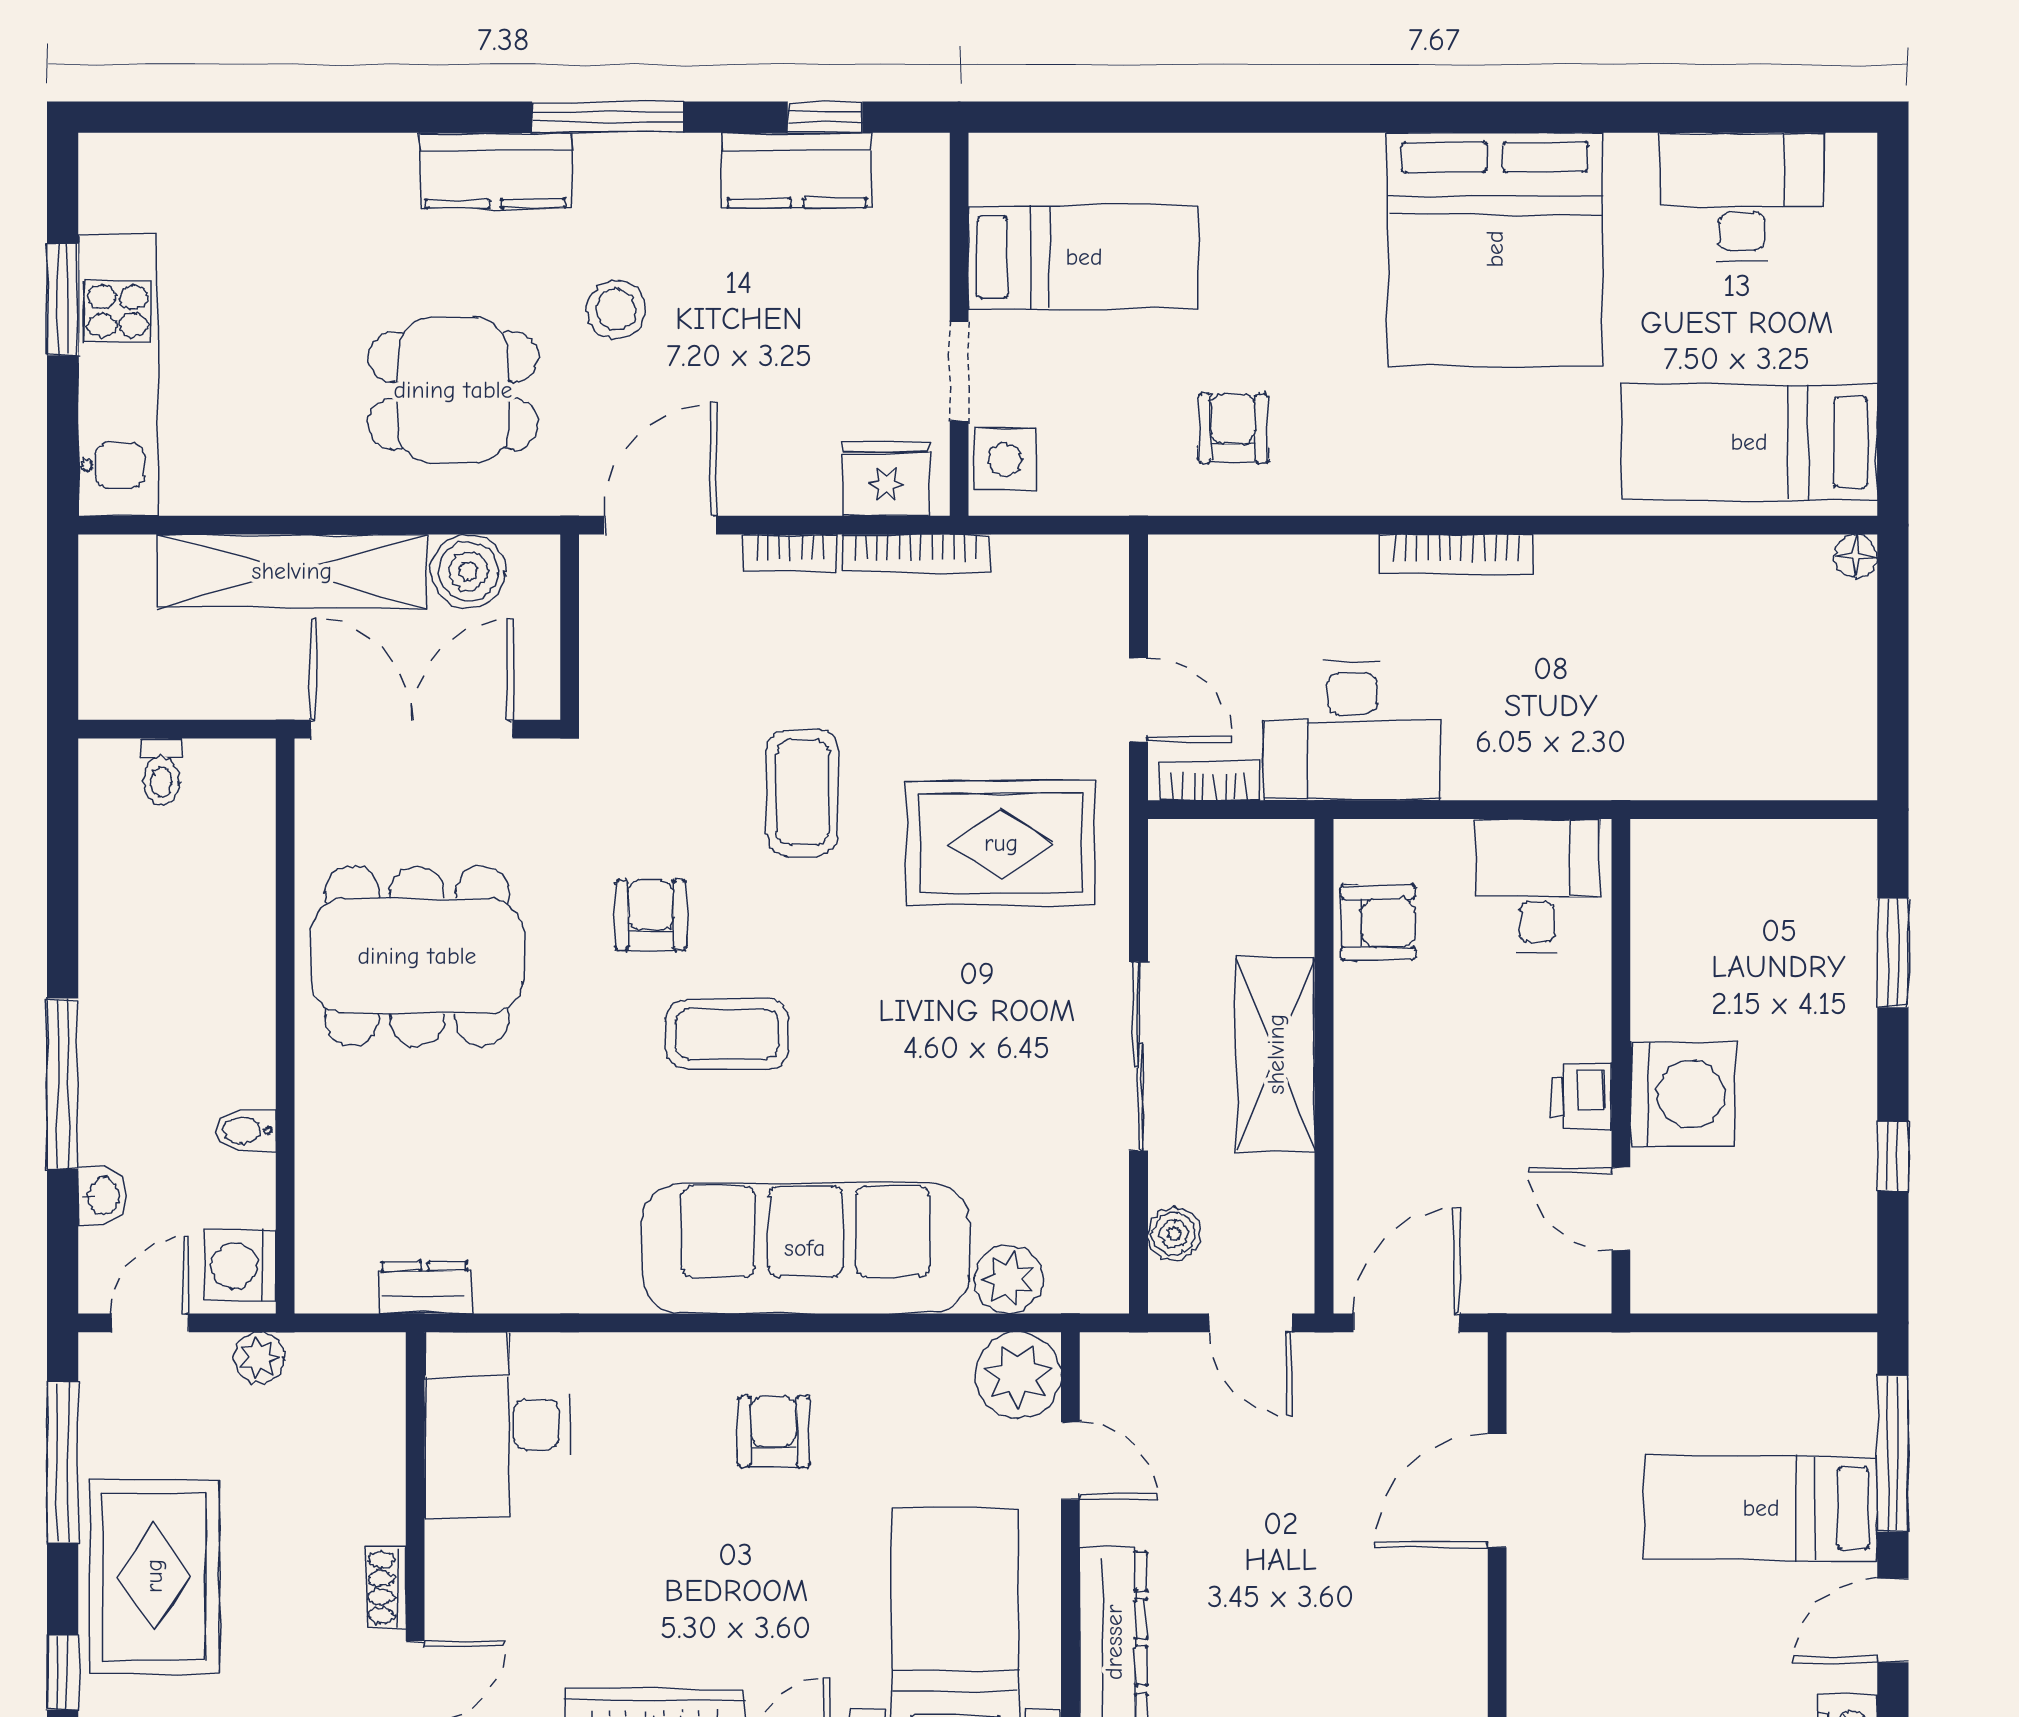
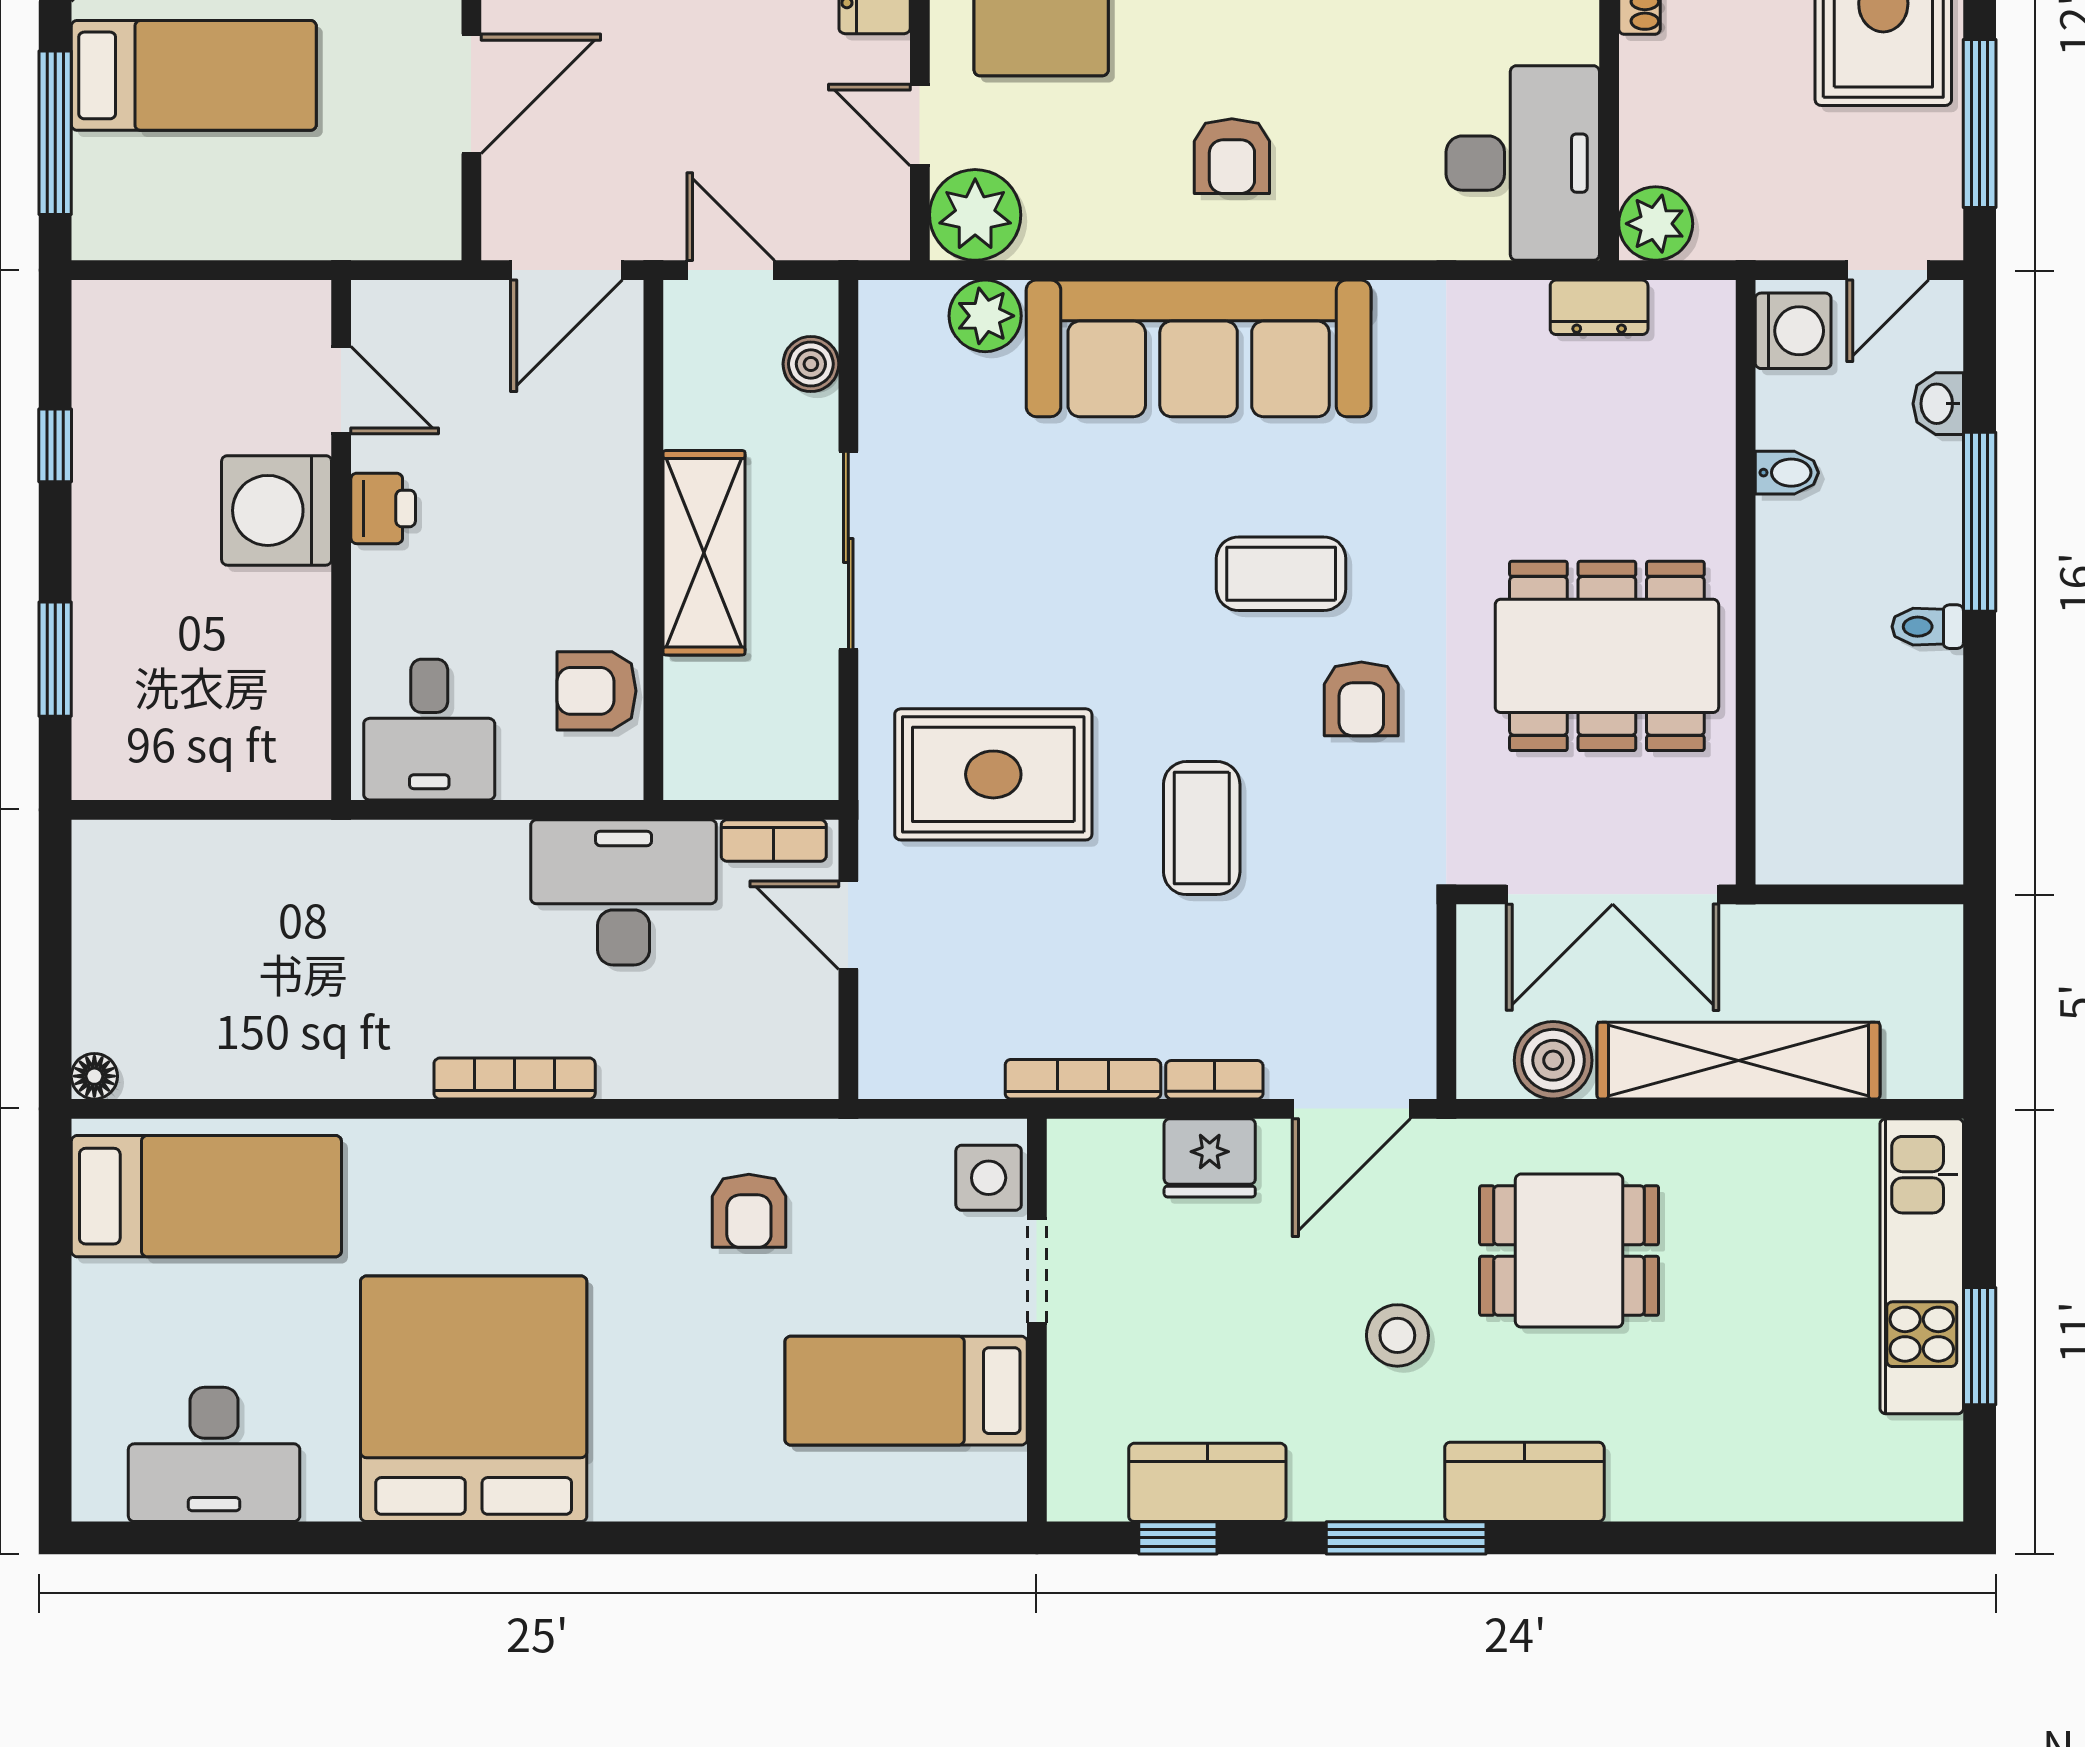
fridge: (886, 479) -> (1210, 1158), moved
toilet: (161, 772) -> (1928, 627), moved, turned -90
plant: (259, 1358) -> (1656, 224), moved, width x1.38, depth x1.38

